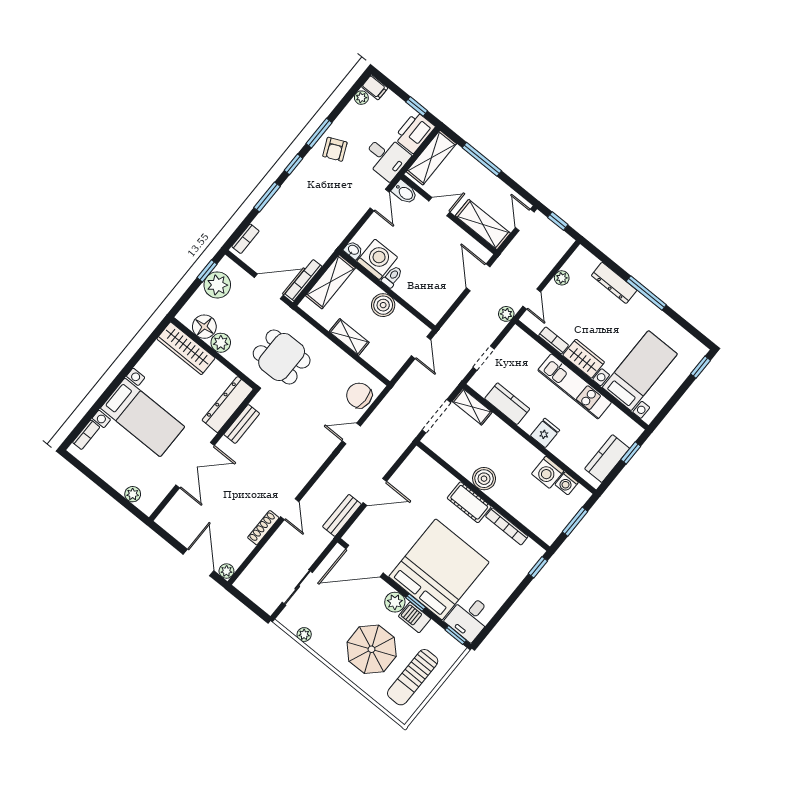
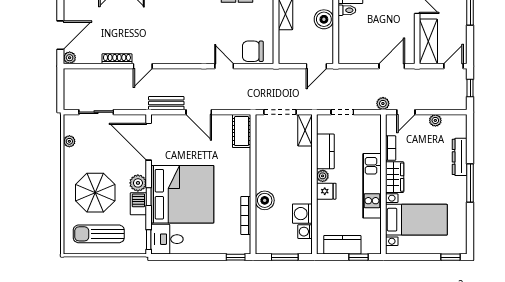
chair: (359, 395) -> (253, 51), turned -90
plant: (528, 425) -> (323, 176), added
boiler: (484, 479) -> (265, 200), moved
cot: (469, 502) -> (242, 131), moved

